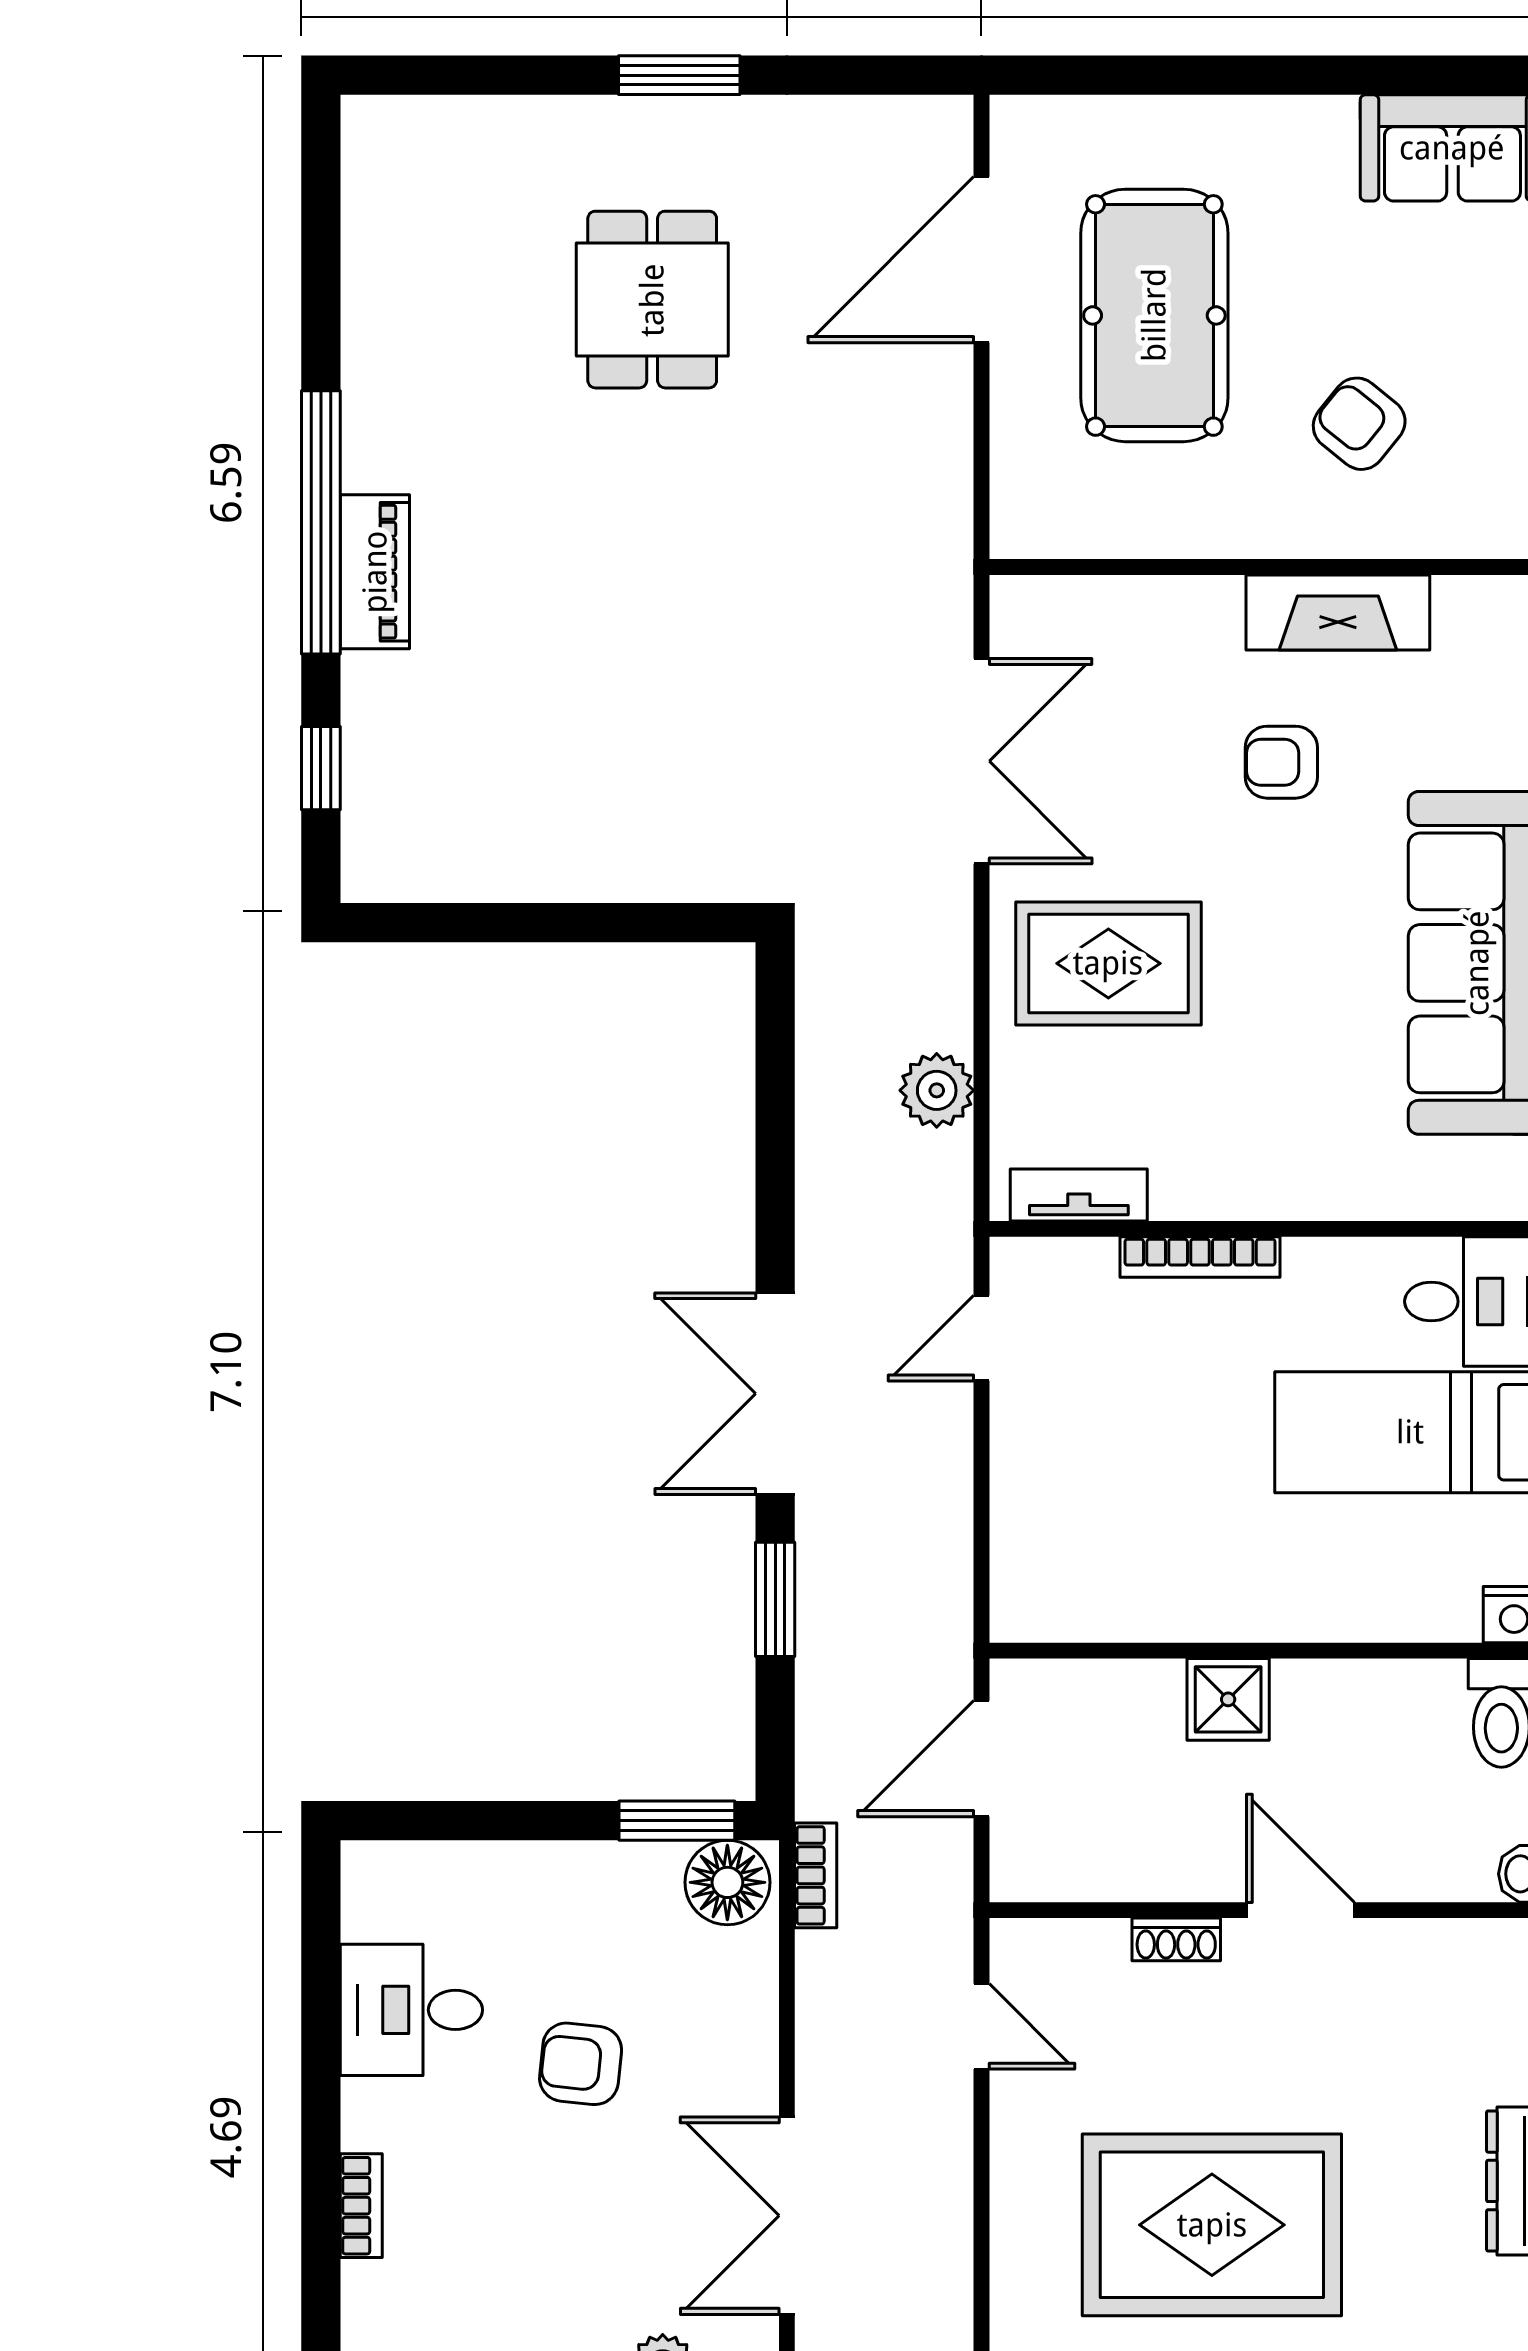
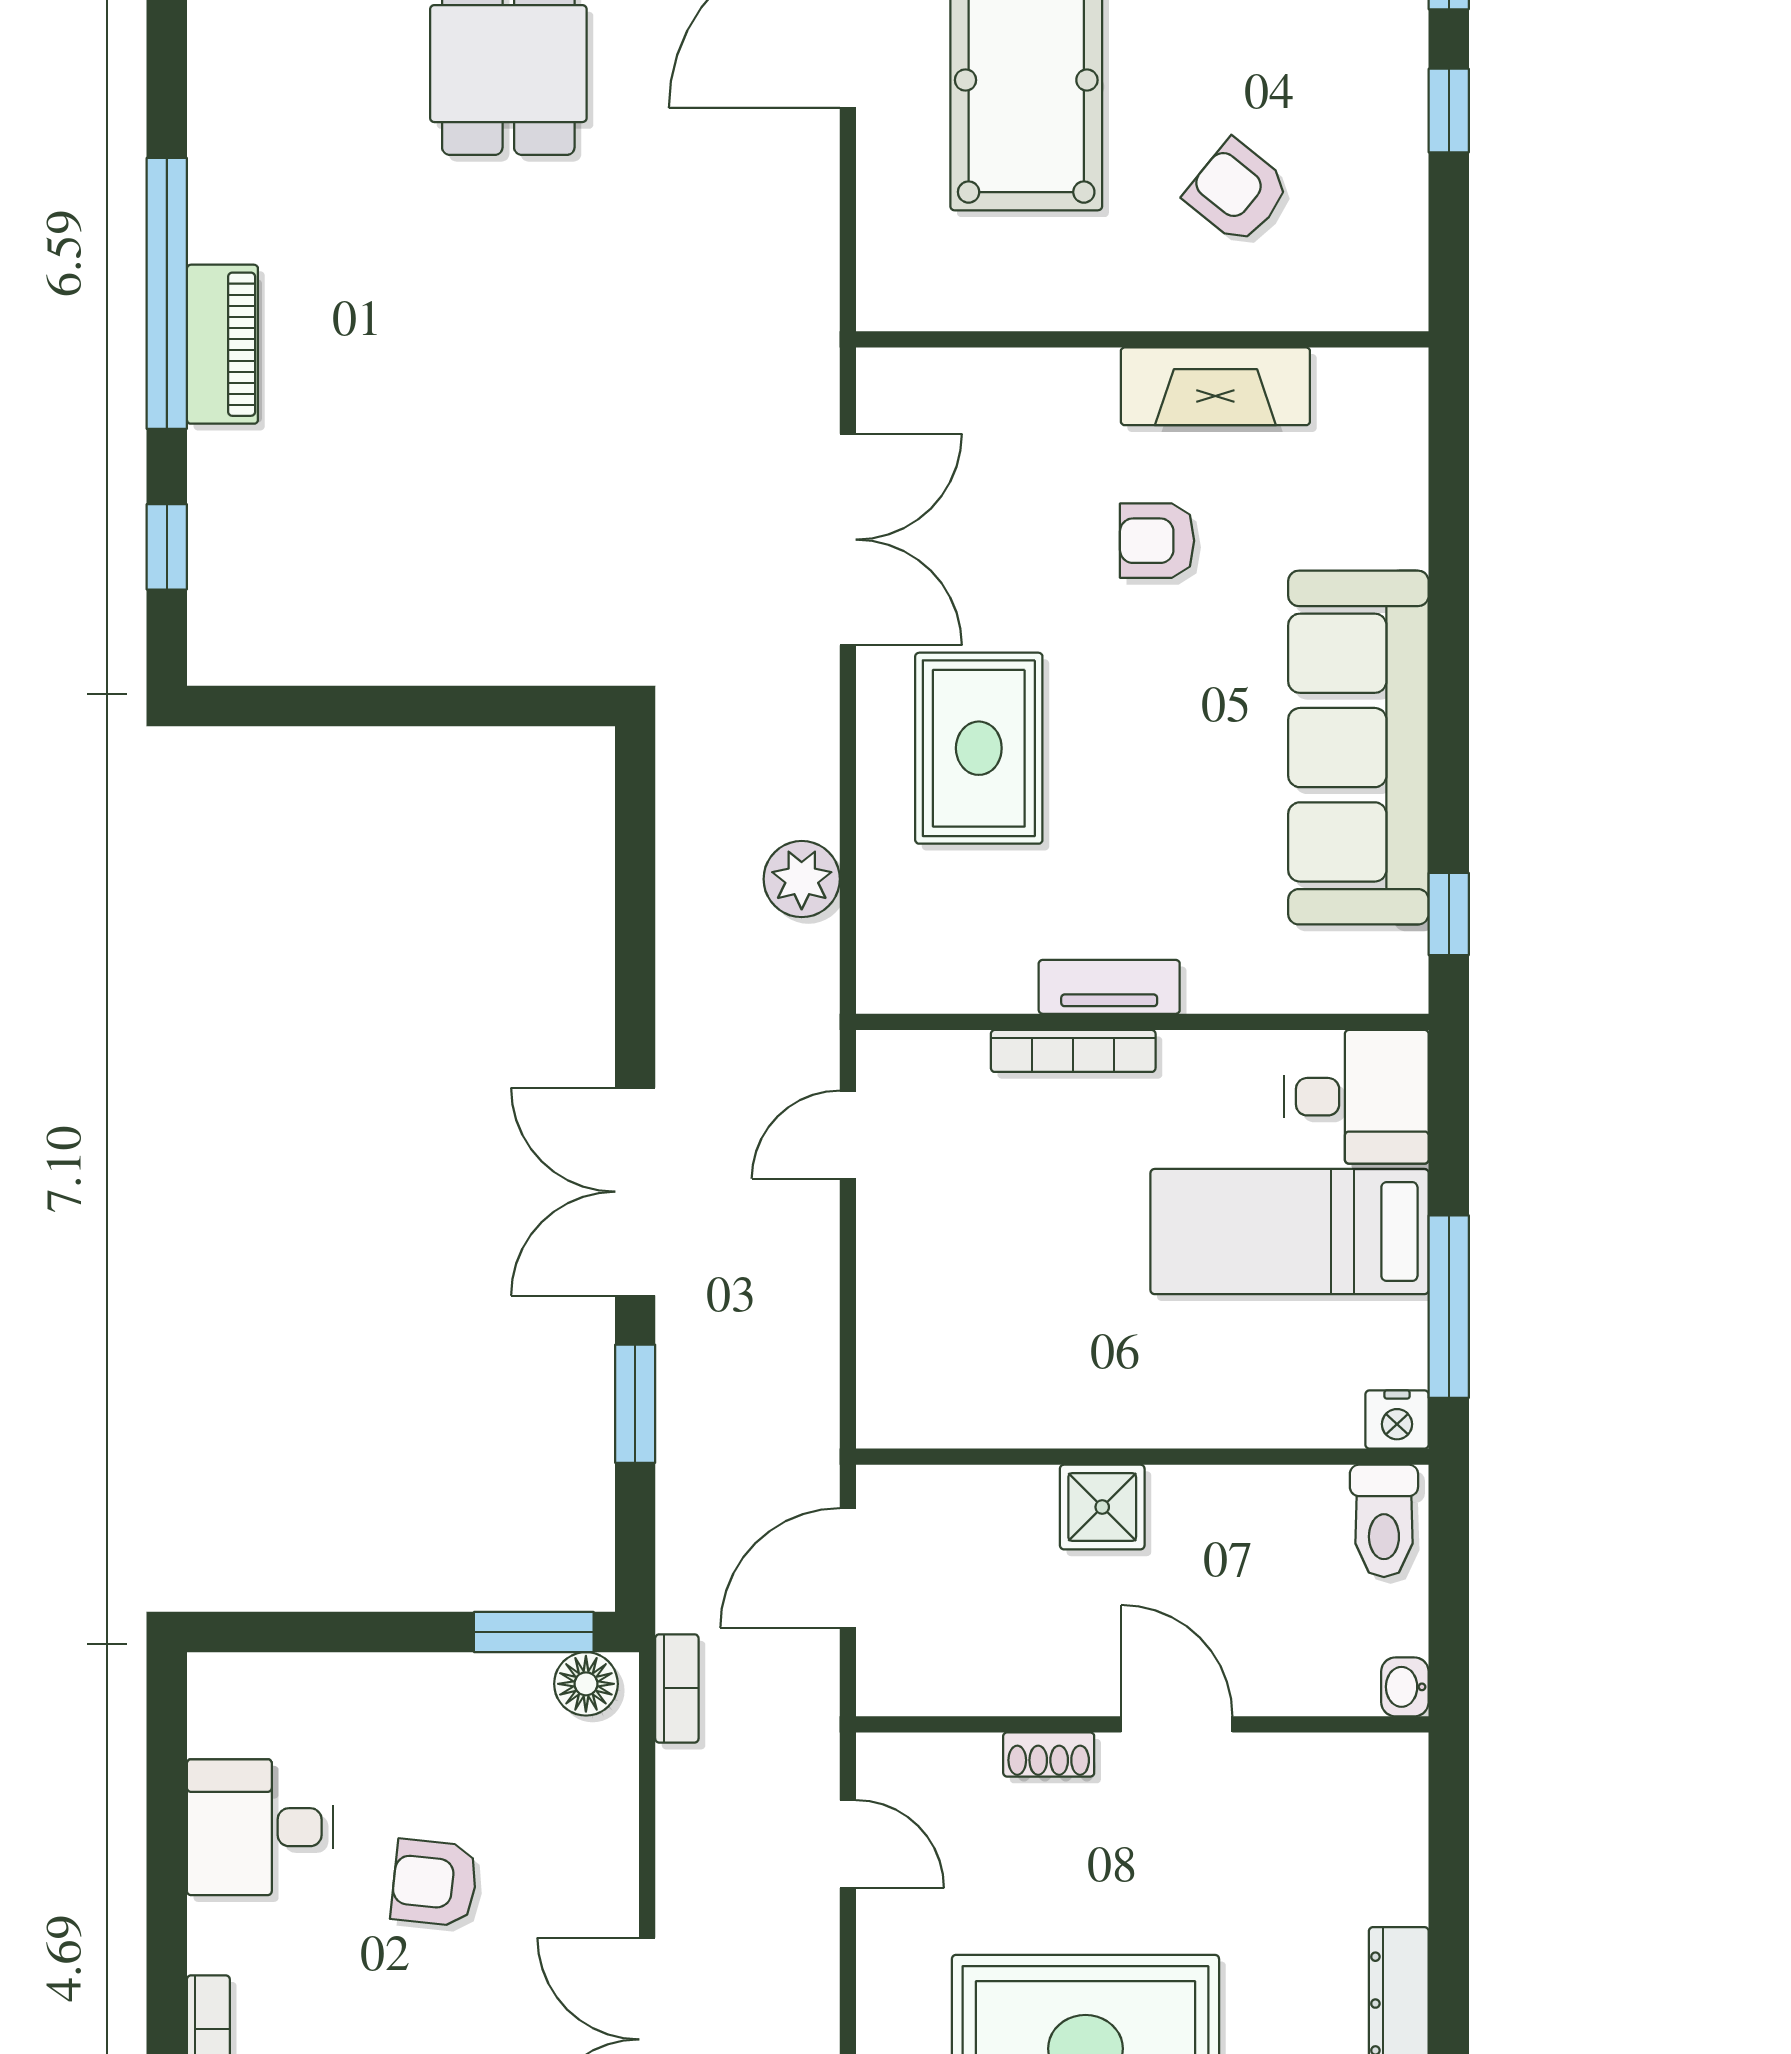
rug: (1108, 963) -> (979, 748), turned 90
tv unit: (1079, 1195) -> (1109, 987), moved
floor lamp: (727, 1882) -> (586, 1684), width x0.73, depth x0.73

